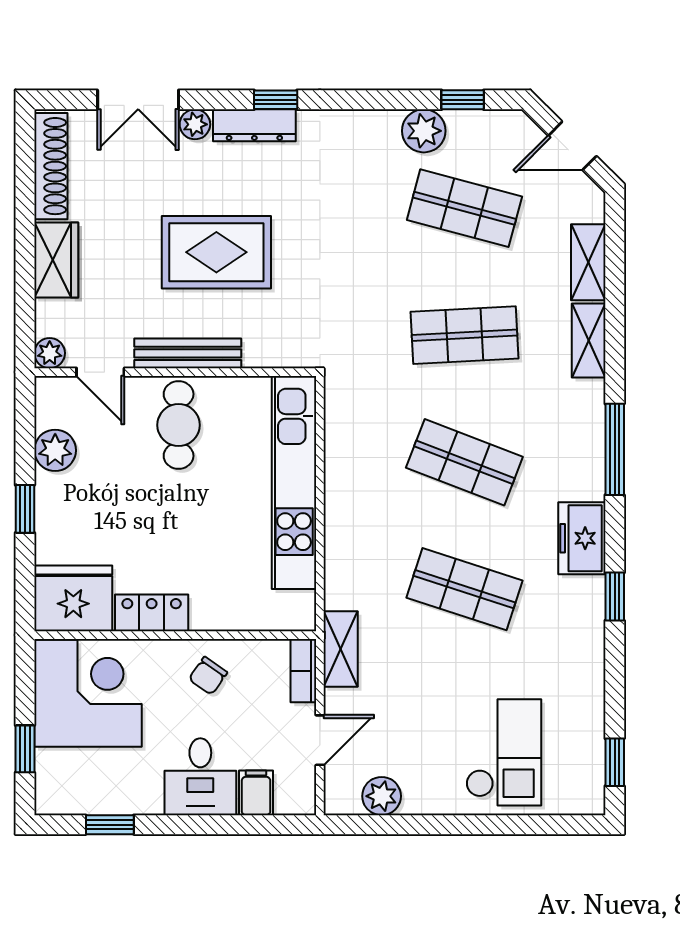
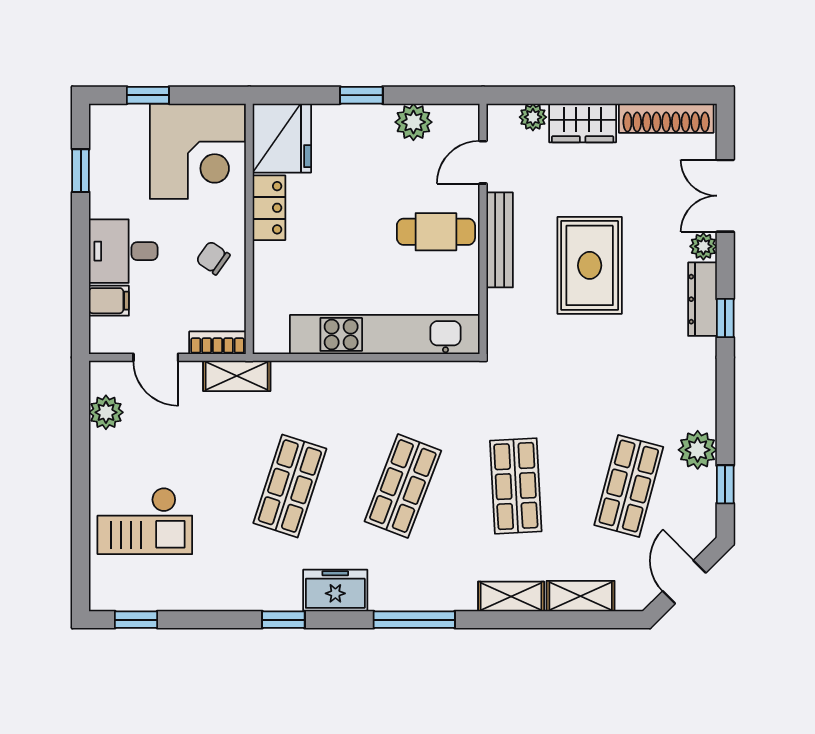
plant: (50, 353) -> (533, 117), moved

